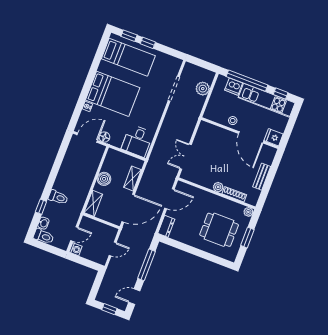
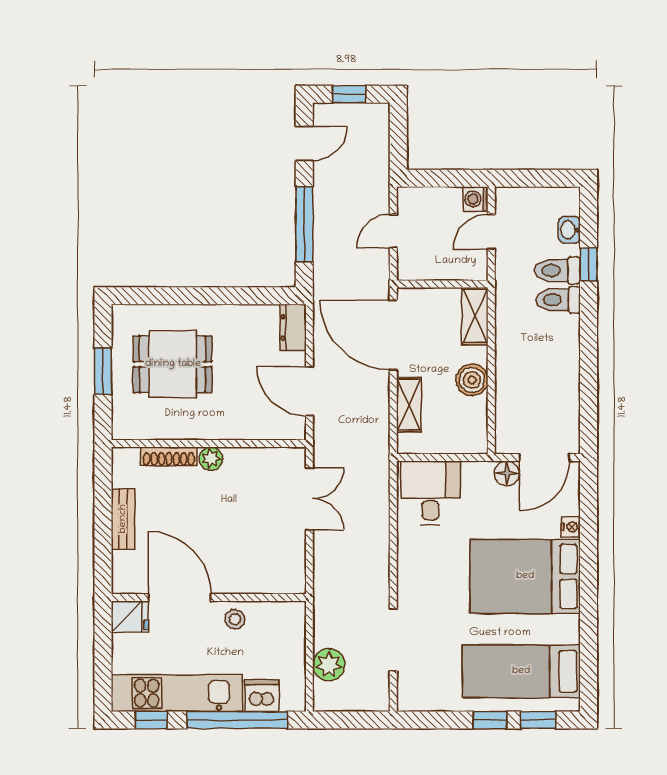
door: (169, 199) -> (309, 391), hinge flipped
door: (128, 208) -> (393, 335), hinge flipped
plant: (248, 212) -> (122, 429), removed
toilet: (44, 236) -> (558, 271), moved

